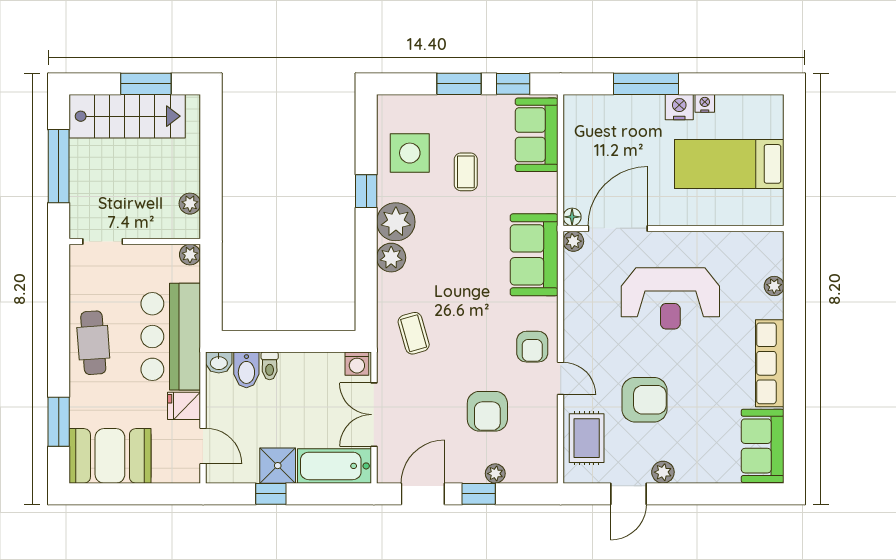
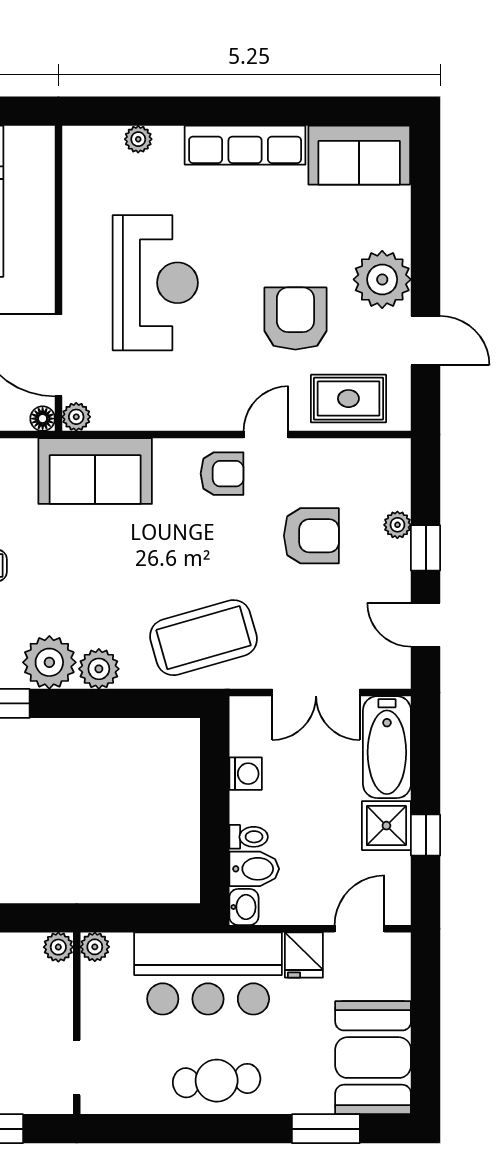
plant: (190, 204) -> (58, 947), moved
coffee table: (414, 333) -> (203, 638), width x1.86, depth x1.72
washing machine: (357, 364) -> (246, 774), moved
plant: (663, 472) -> (382, 279), width x1.88, depth x1.88
door: (423, 494) -> (426, 625), width x0.73

